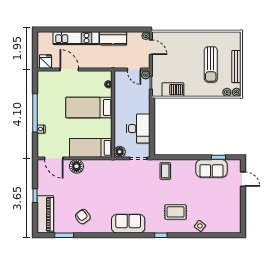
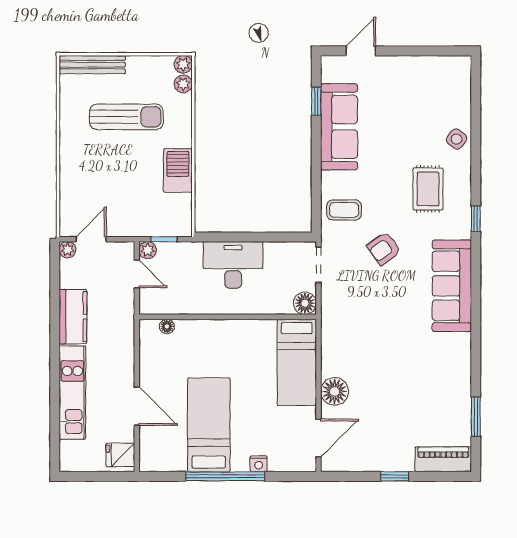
bench: (236, 67) -> (92, 65), moved
door: (69, 70) -> (137, 406), swing flipped
door: (134, 70) -> (137, 274), hinge flipped
barbecue: (173, 90) -> (178, 170), moved
bed: (89, 107) -> (209, 425), moved, turned 180
desk: (138, 129) -> (233, 265), moved
sofa: (211, 168) -> (339, 127), width x1.36
piano: (45, 214) -> (443, 459), width x0.73, depth x0.75
armchair: (83, 217) -> (384, 248), moved
sofa: (128, 224) -> (452, 286), width x1.36

